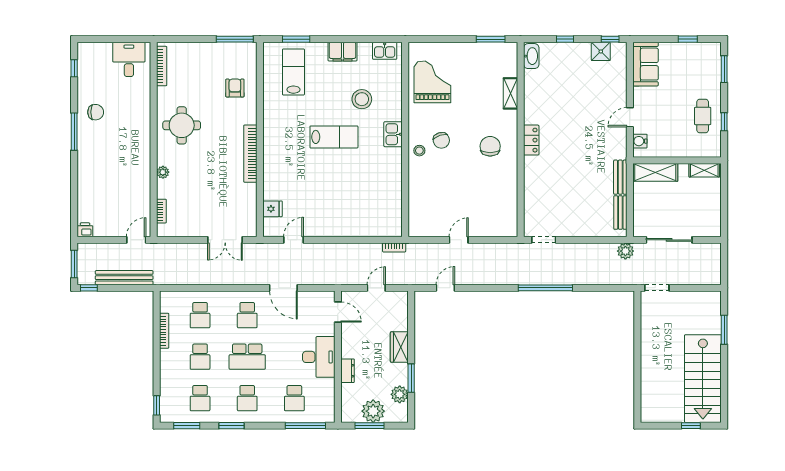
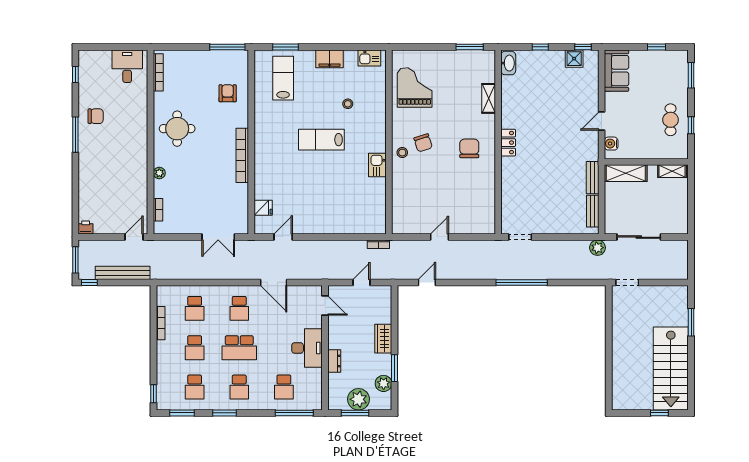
stool: (362, 99) -> (348, 104), width x0.53, depth x0.53
kitchen sink: (393, 134) -> (377, 165), moved
lab bench: (334, 137) -> (321, 140), turned 180

